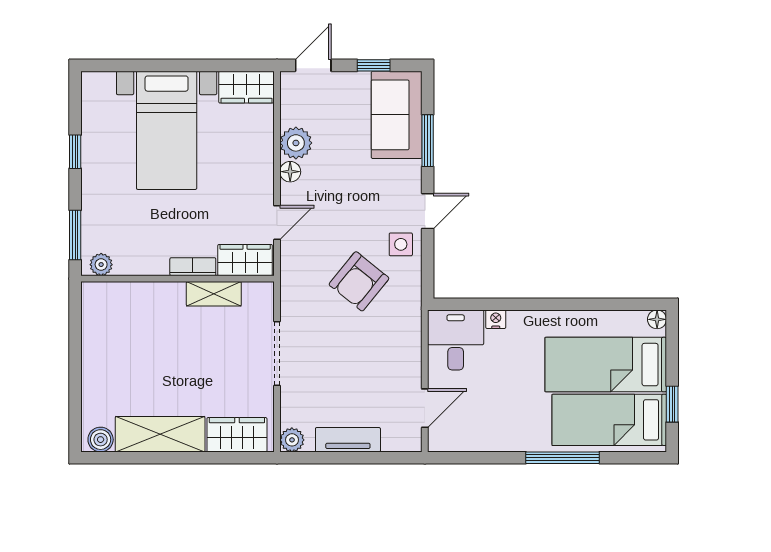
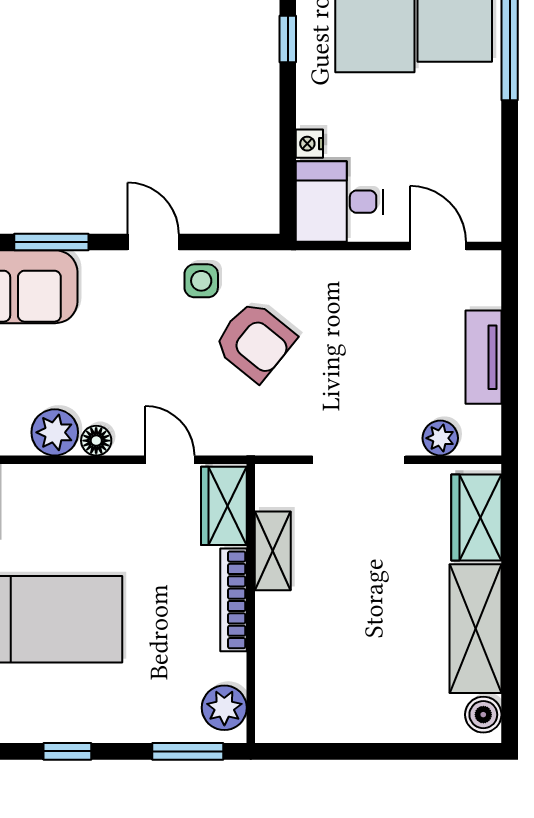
plant: (101, 265) -> (224, 708), width x1.38, depth x1.38
bookcase: (193, 267) -> (233, 600), width x1.56
window: (568, 304) -> (288, 39), added
plant: (292, 440) -> (440, 438), moved

